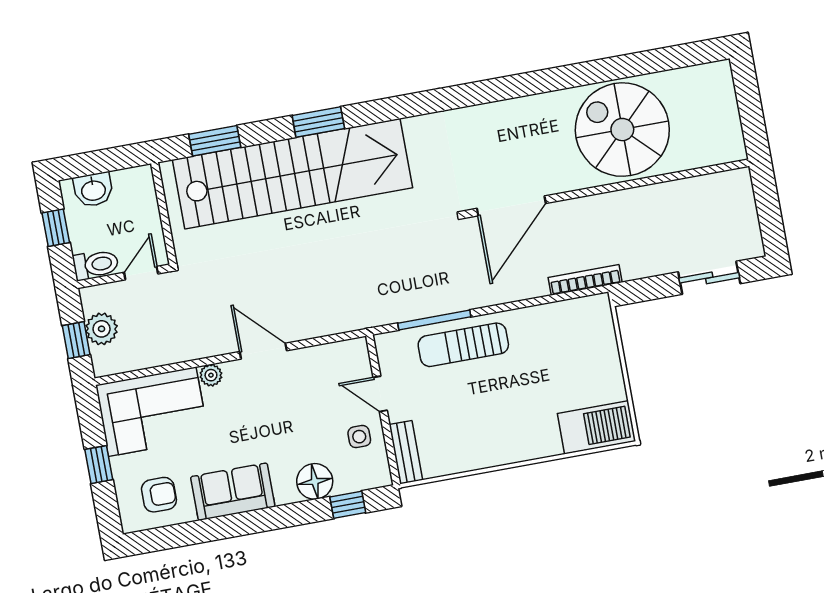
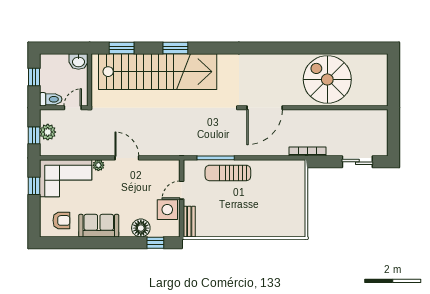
washbasin: (93, 190) -> (78, 61), moved
bookcase: (585, 280) -> (307, 152), moved
door: (380, 394) -> (182, 190), hinge flipped
barbecue: (596, 427) -> (287, 227), removed
side table: (359, 437) -> (167, 210), width x1.87, depth x1.87
window: (99, 465) -> (34, 186), moved

